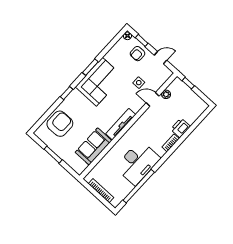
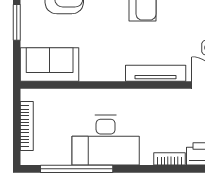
tv unit: (121, 124) -> (156, 73), moved
sofa: (93, 146) -> (50, 64), moved

